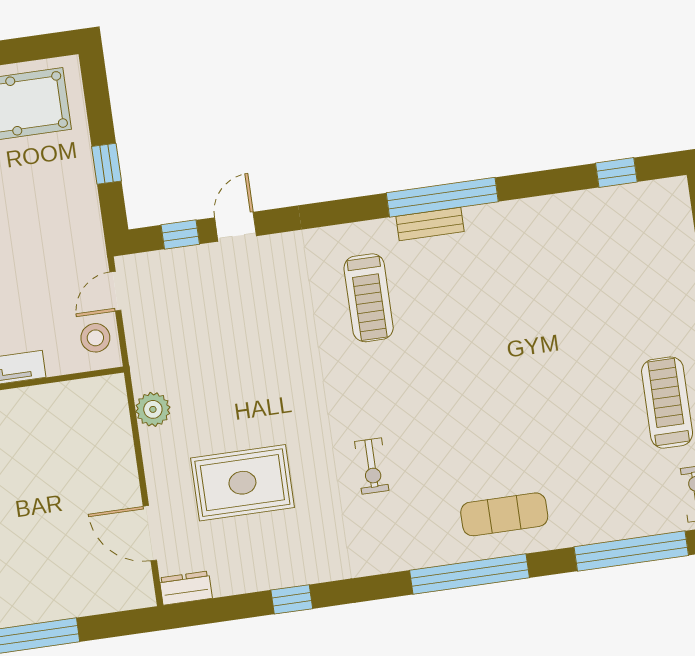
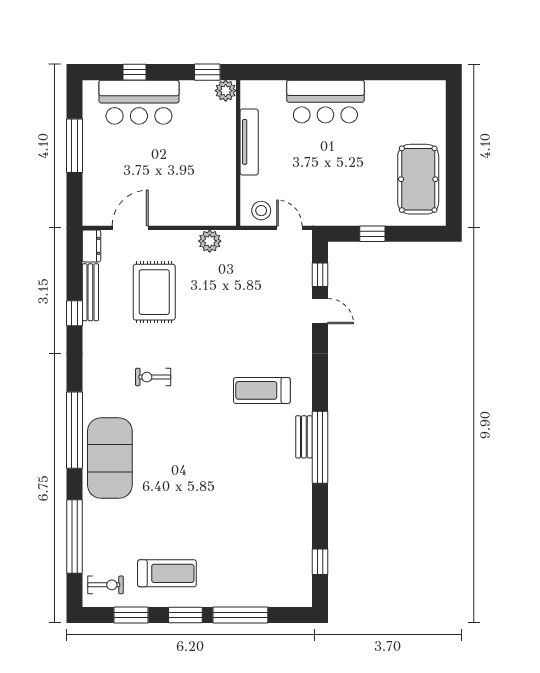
exercise mat: (504, 514) -> (110, 458), width x2.00, depth x1.45
bench: (256, 580) -> (90, 292), added

